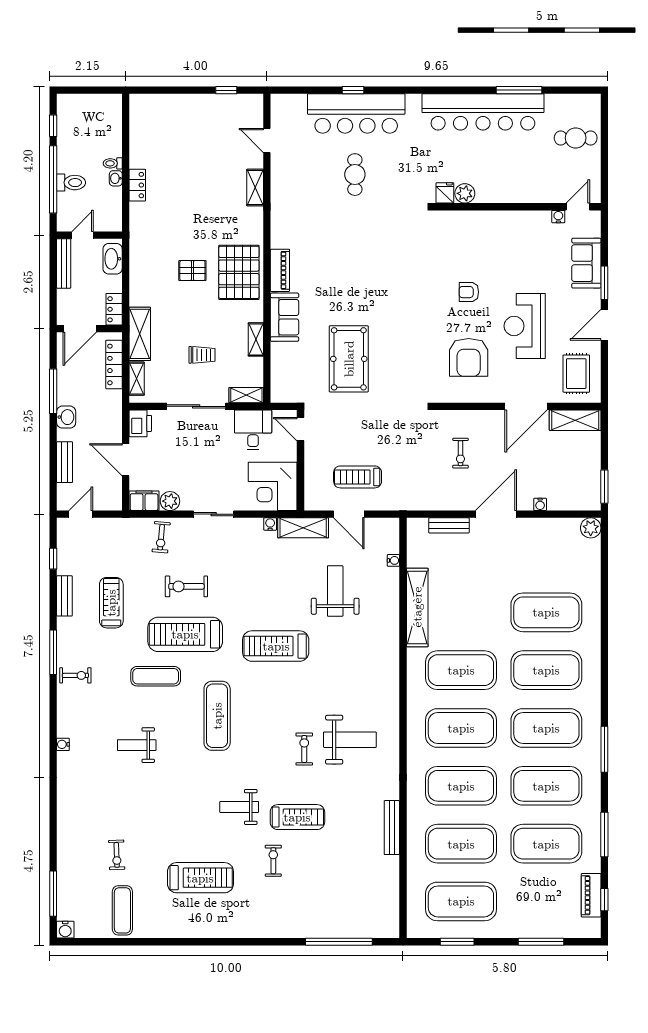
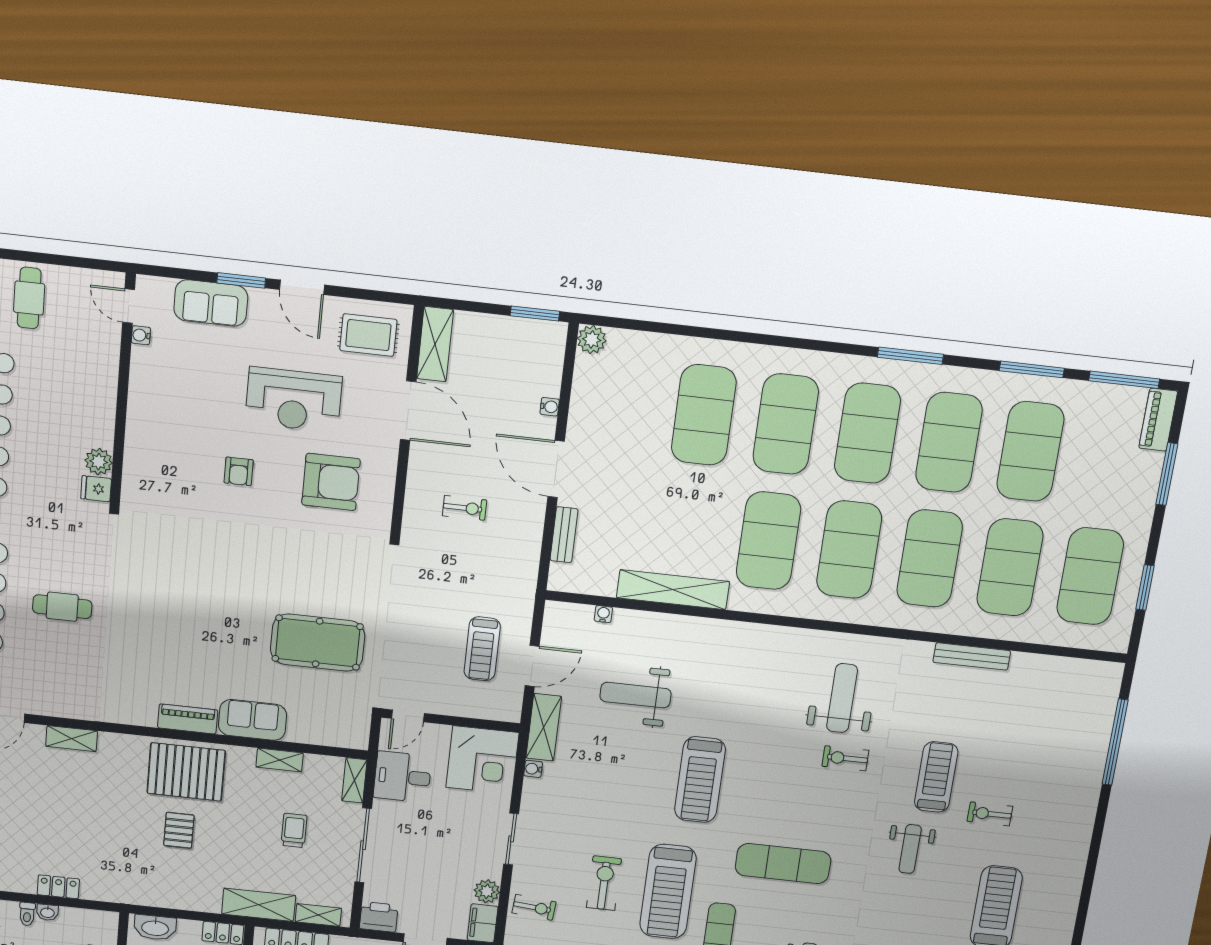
exercise bike: (186, 586) -> (604, 883), turned 180
piano: (591, 895) -> (1158, 420), moved, turned 90
window: (604, 900) -> (1124, 380), width x2.17

